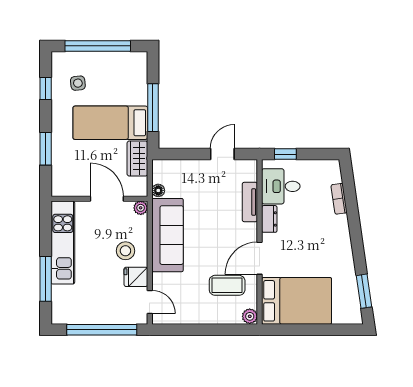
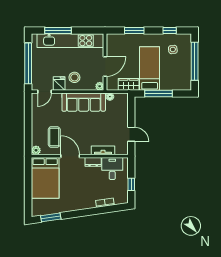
window: (285, 154) -> (131, 184), moved
kitchen unit: (63, 243) -> (70, 41), width x1.36

